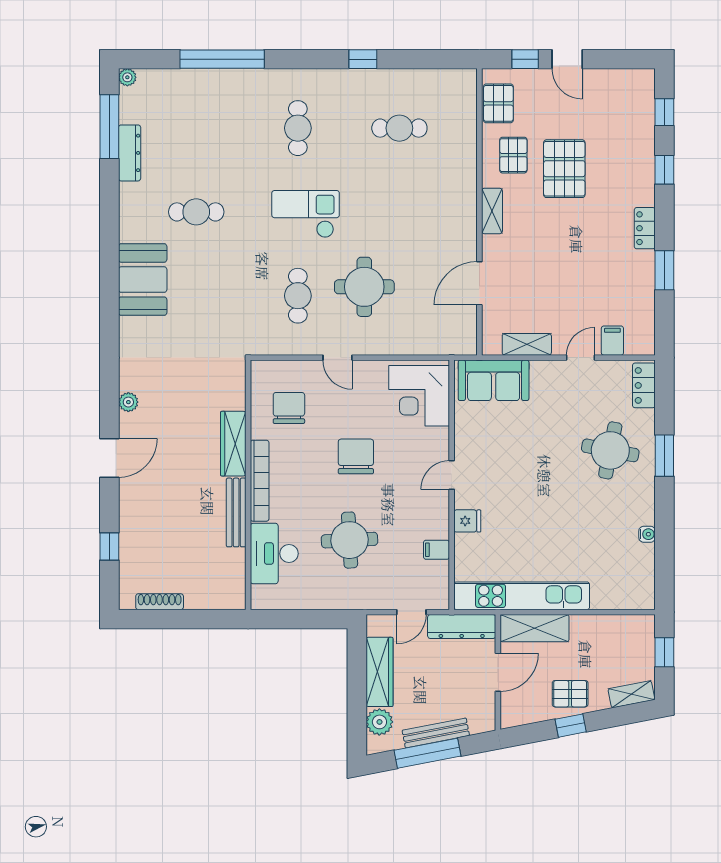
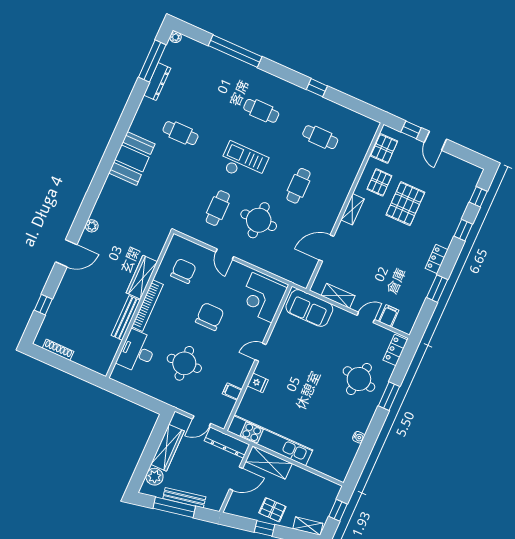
cafe table: (298, 128) -> (261, 111), turned 90
cafe table: (399, 212) -> (298, 186), added

